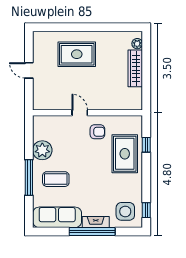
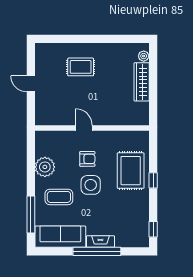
rug: (77, 54) -> (81, 67), width x0.73, depth x0.70
armchair: (97, 132) -> (87, 159), moved
window: (146, 145) -> (153, 180), moved
window: (29, 177) -> (31, 215), moved
side table: (125, 211) -> (91, 185), moved

